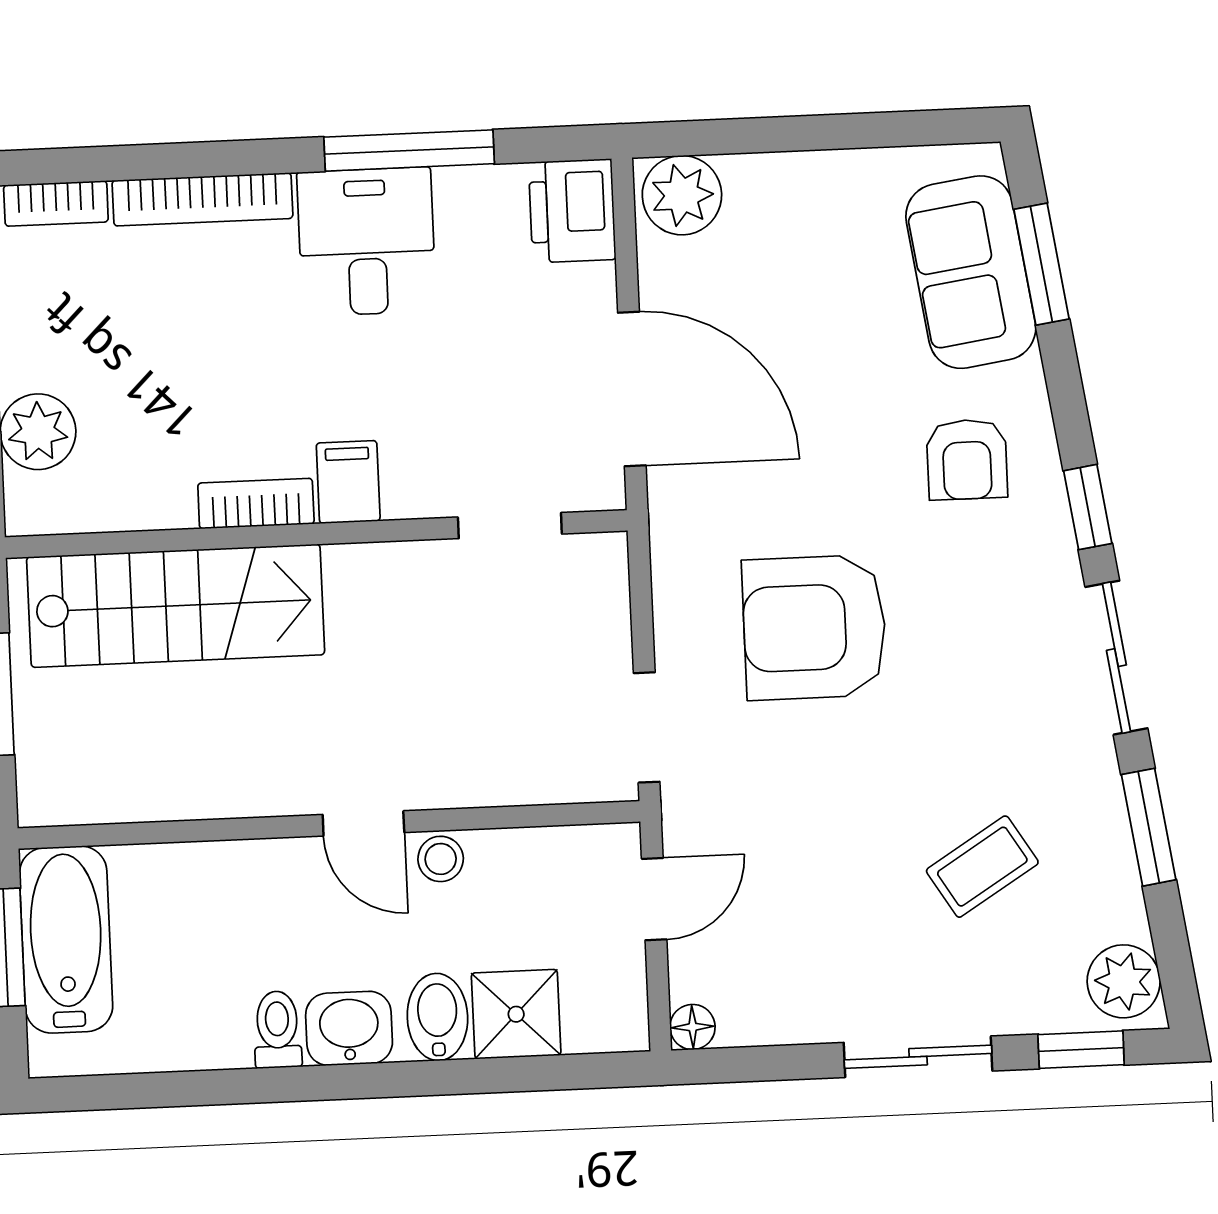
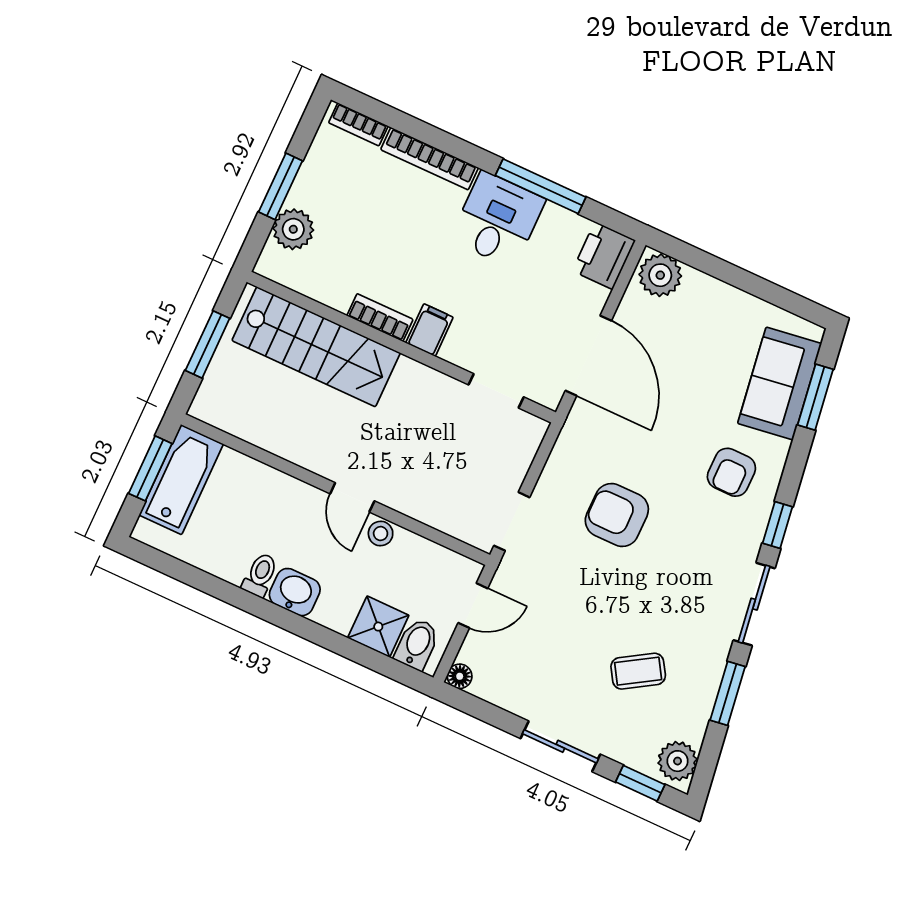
armchair: (814, 627) -> (617, 515), width x0.73, depth x0.73
bidet: (437, 1017) -> (417, 644), moved

